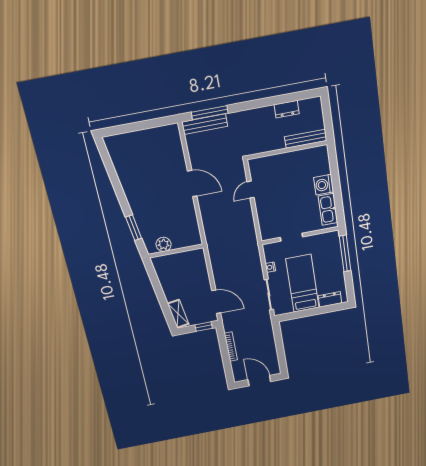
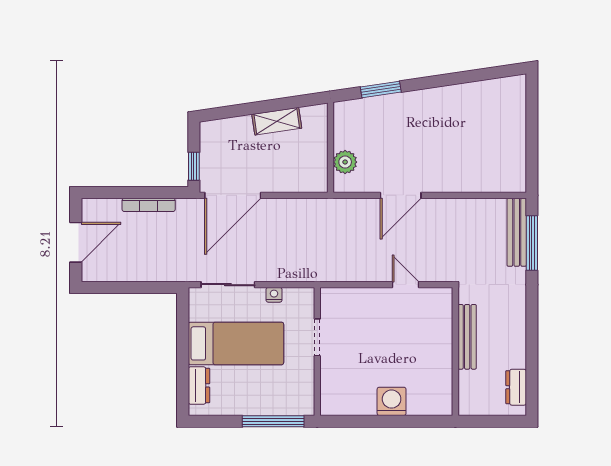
dresser: (287, 109) -> (516, 387), moved
bench: (306, 139) -> (467, 337), moved
door: (192, 183) -> (401, 195), moved
kitchen sink: (328, 209) -> (351, 403), removed
plant: (164, 244) -> (345, 162), moved
door: (216, 302) -> (233, 195), width x1.36
shelving: (178, 314) -> (277, 121), moved

